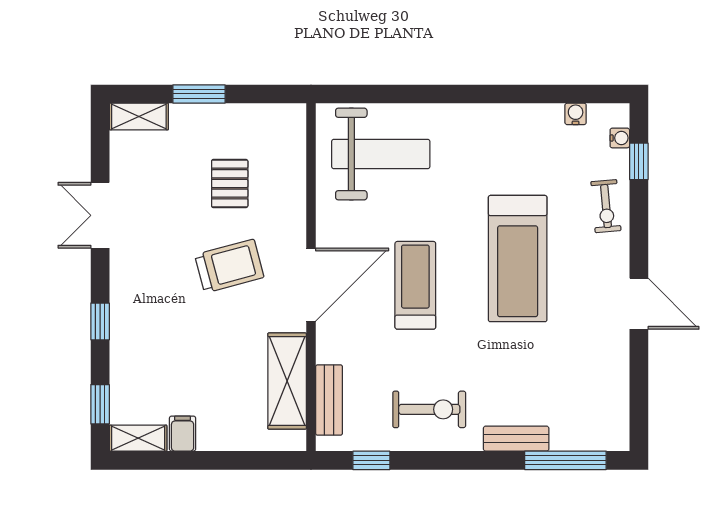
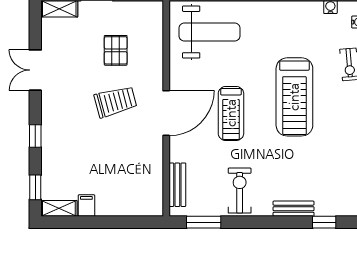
treadmill: (415, 285) -> (231, 113), turned 180
shelving: (287, 381) -> (151, 173), removed
exercise bike: (429, 409) -> (240, 191), turned -90
window: (371, 460) -> (204, 222), width x1.50
window: (565, 460) -> (324, 222), width x0.46

